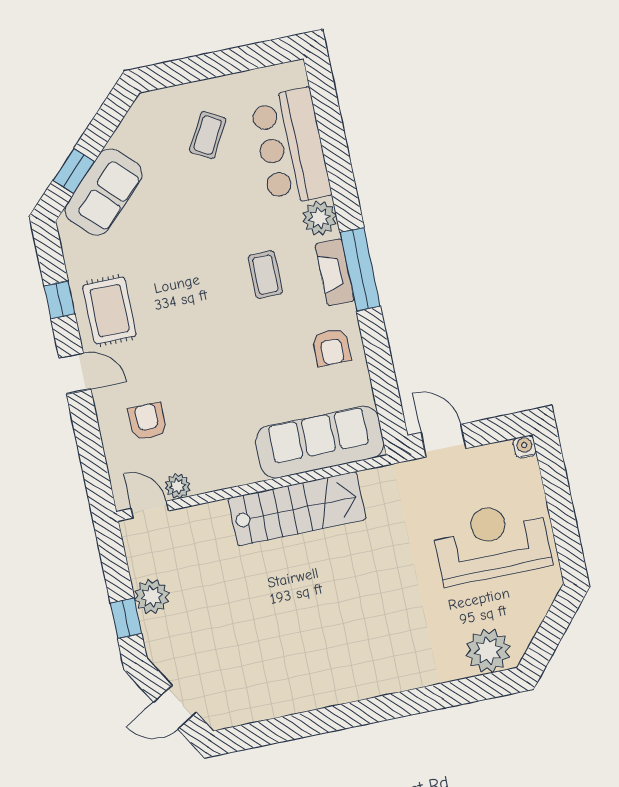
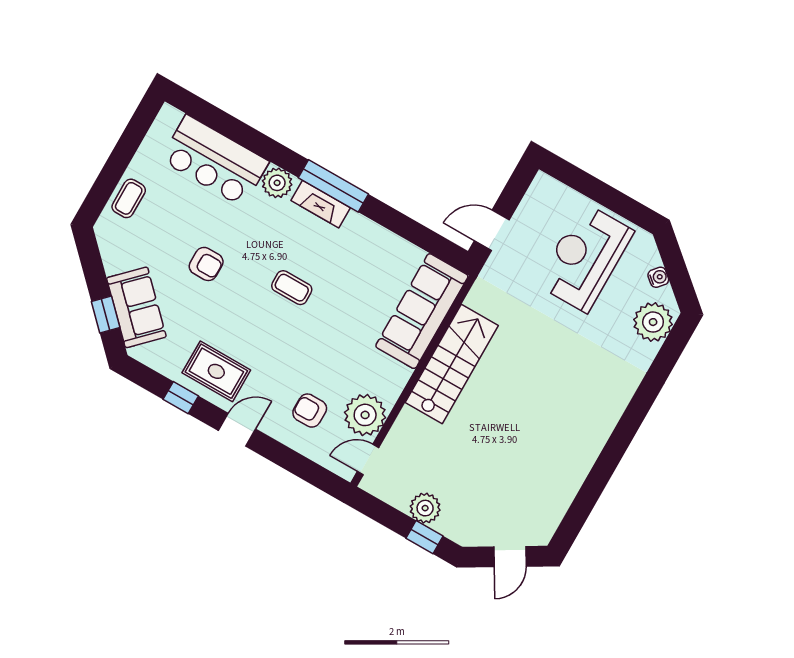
coffee table: (208, 135) -> (129, 198), moved, turned 61
coffee table: (265, 275) -> (292, 288), moved
armchair: (331, 347) -> (206, 264), moved
water cooler: (525, 447) -> (658, 277), moved, turned 131
plant: (178, 486) -> (365, 415), width x1.88, depth x1.88

